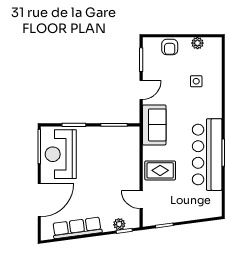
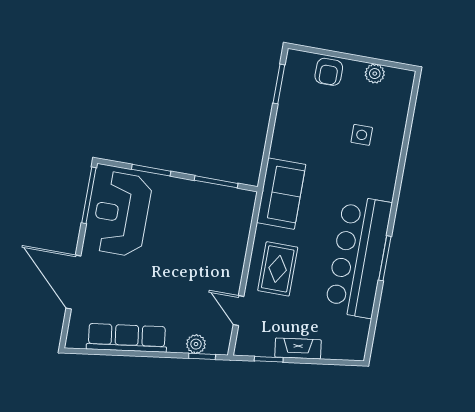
door: (141, 90) -> (270, 133), removed
rug: (160, 170) -> (278, 269), turned 90
door: (39, 200) -> (73, 282), swing flipped
fireplace: (181, 216) -> (298, 348), added

